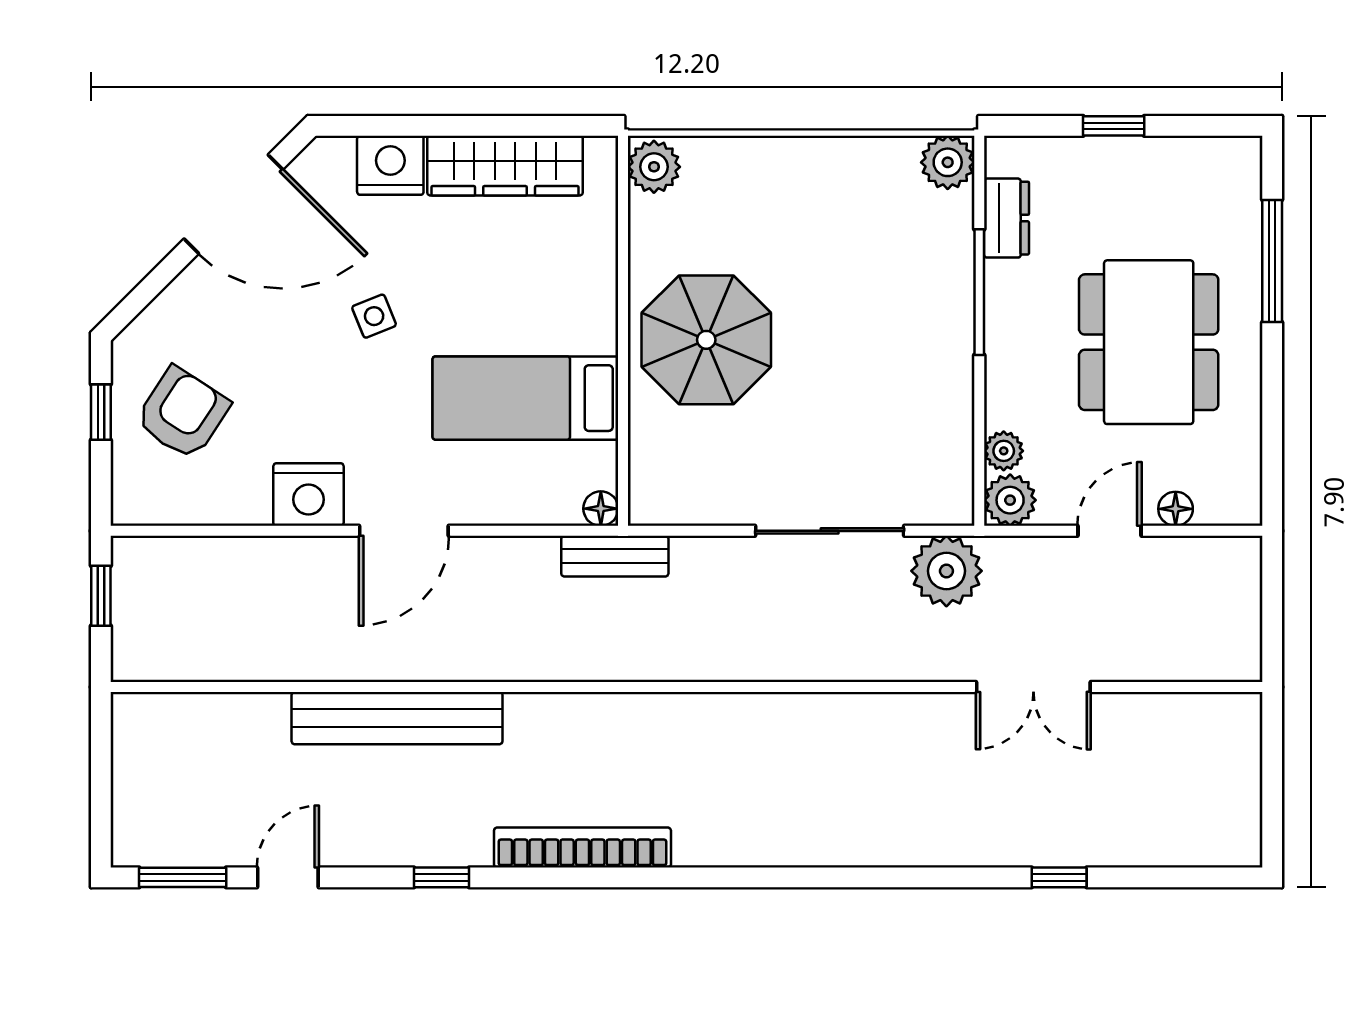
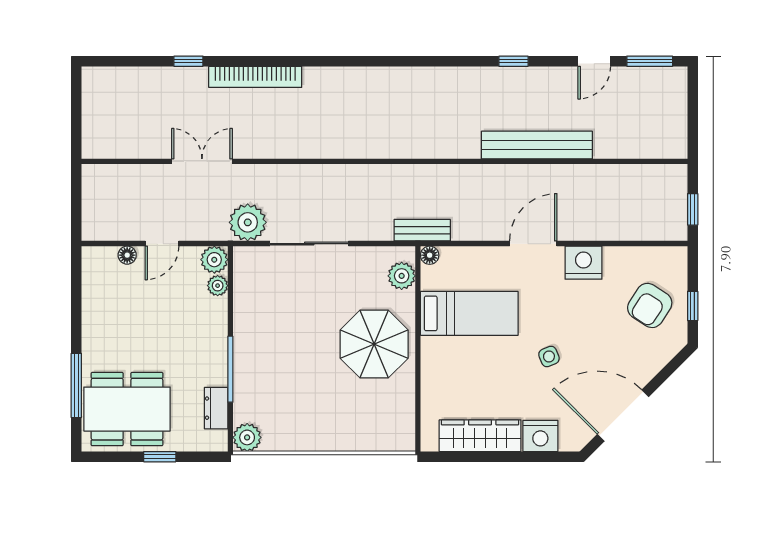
plant: (654, 167) -> (402, 276), moved
dining table: (1149, 342) -> (127, 409), moved, turned 90
bookcase: (582, 848) -> (255, 77), moved

